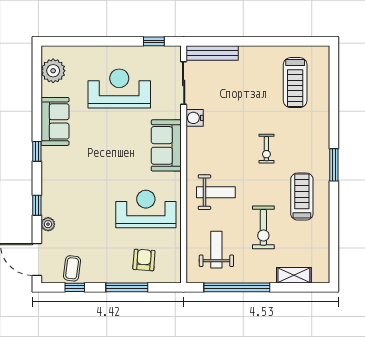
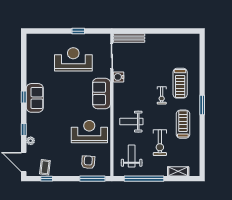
window: (154, 41) -> (78, 31), moved
plant: (53, 71) -> (34, 49), removed
treadmill: (295, 83) -> (180, 83), moved
sofa: (55, 121) -> (35, 98), moved
weight bench: (216, 192) -> (131, 122), turned 180
window: (127, 287) -> (92, 179), moved

